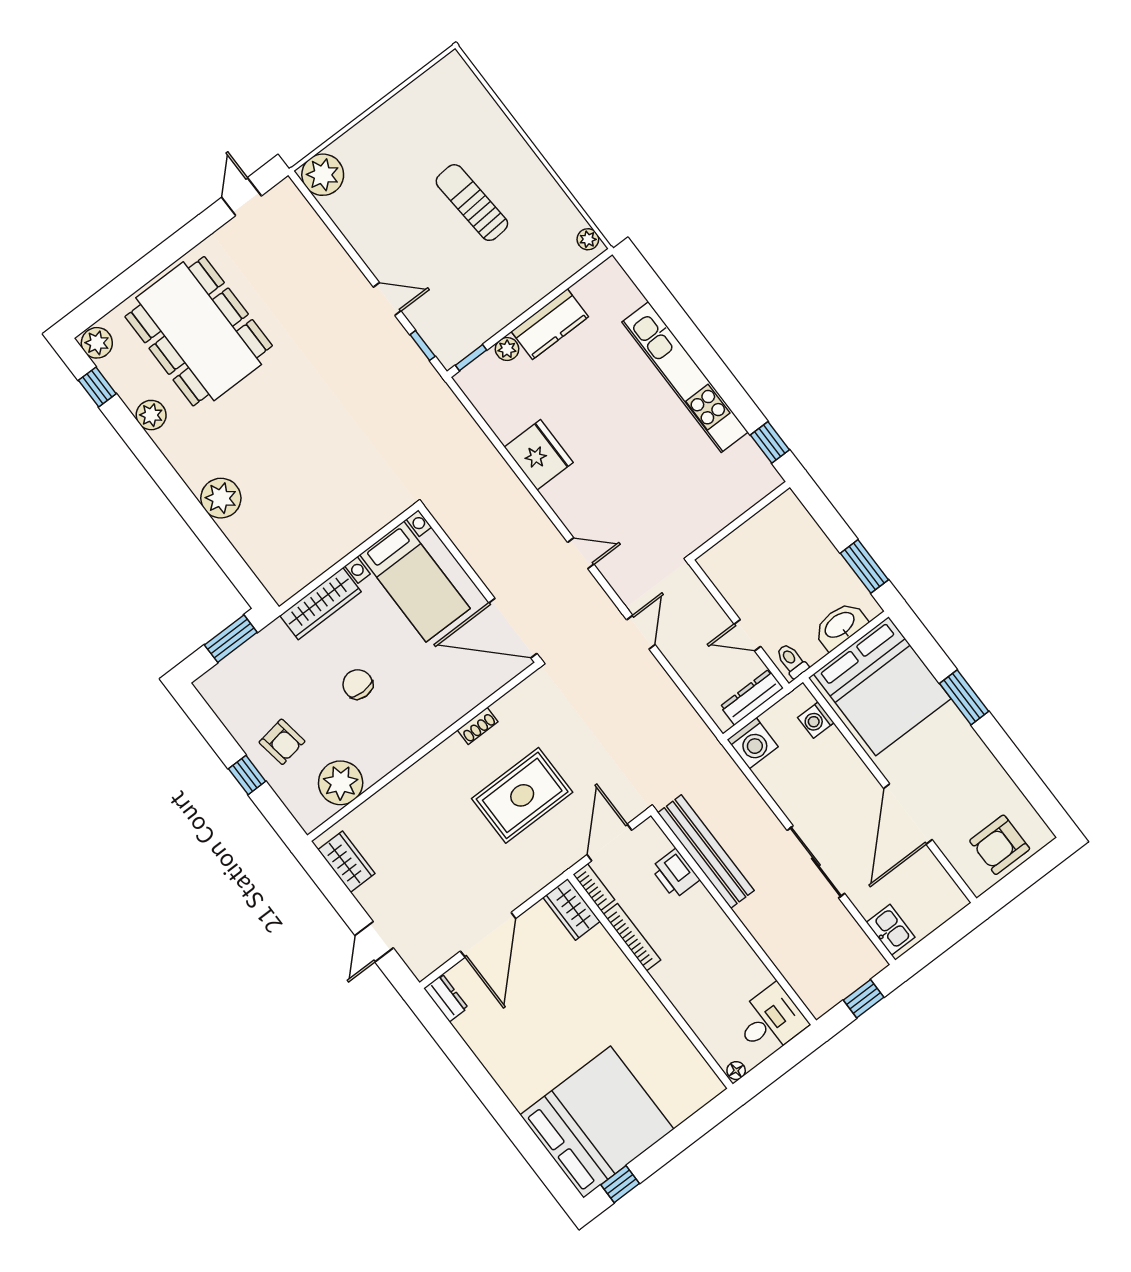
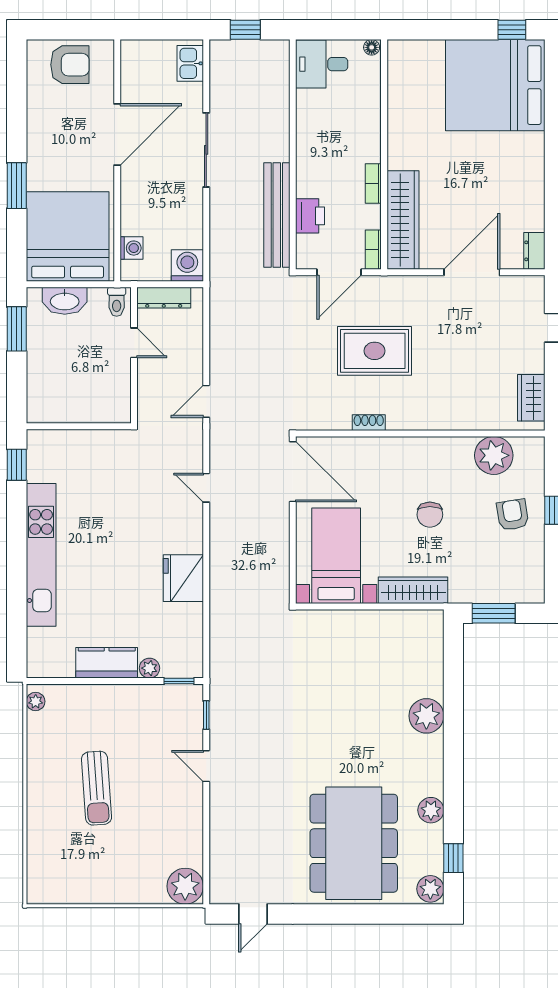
wardrobe: (571, 909) -> (403, 220), width x2.10, depth x1.17
bookcase: (632, 937) -> (373, 184), width x0.64

